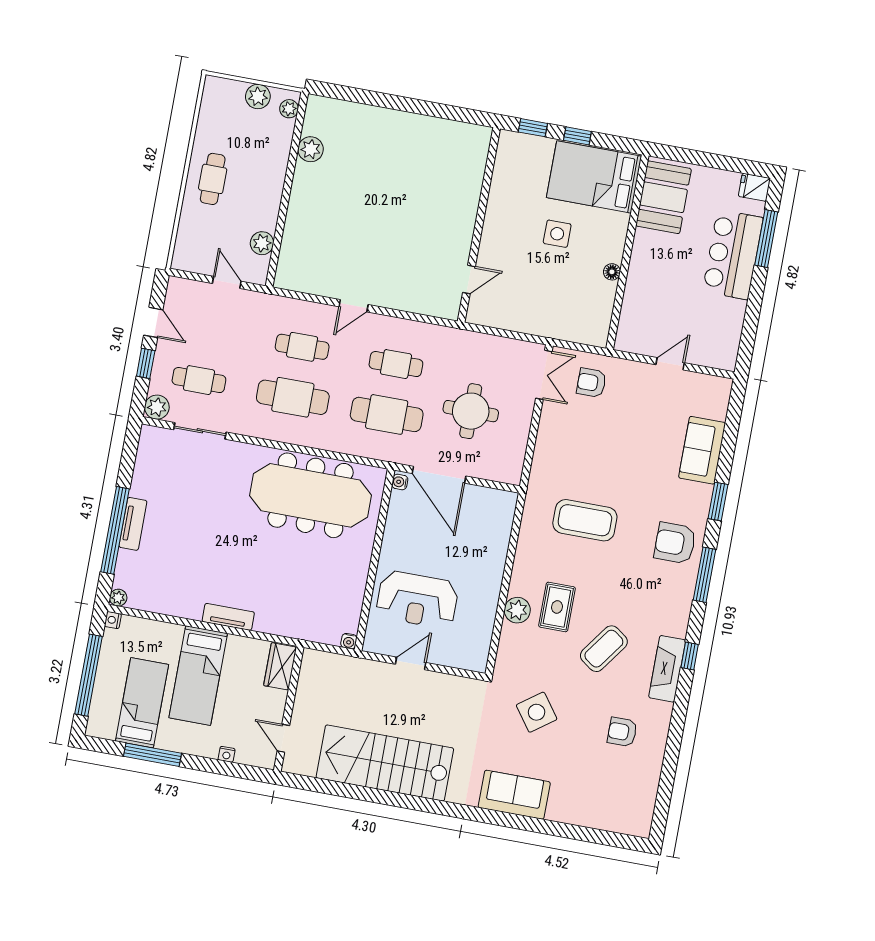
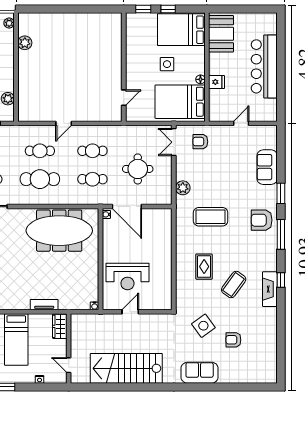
fridge: (754, 187) -> (217, 82), moved, turned 180
window: (766, 238) -> (281, 46), removed
bar counter: (733, 255) -> (264, 66), width x1.36
bed: (568, 305) -> (180, 102), added
double door: (544, 375) -> (174, 142), swing flipped
cafe table: (387, 414) -> (92, 179), width x0.73, depth x0.74
plant: (517, 610) -> (183, 188), moved
tv unit: (228, 617) -> (44, 305), moved
armchair: (622, 732) -> (233, 340), moved

